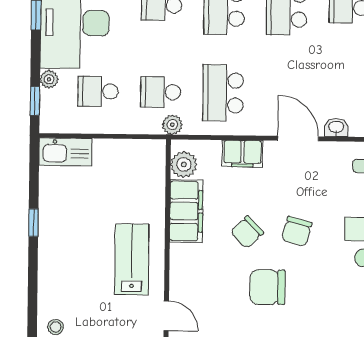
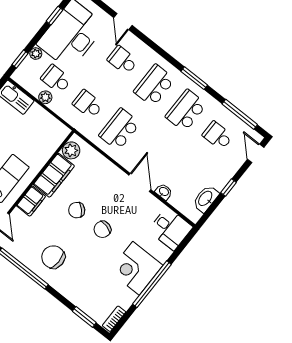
plant: (172, 125) -> (45, 97), moved
filing cabinet: (242, 154) -> (31, 201), moved, turned -90
chair: (267, 287) -> (53, 257), moved

